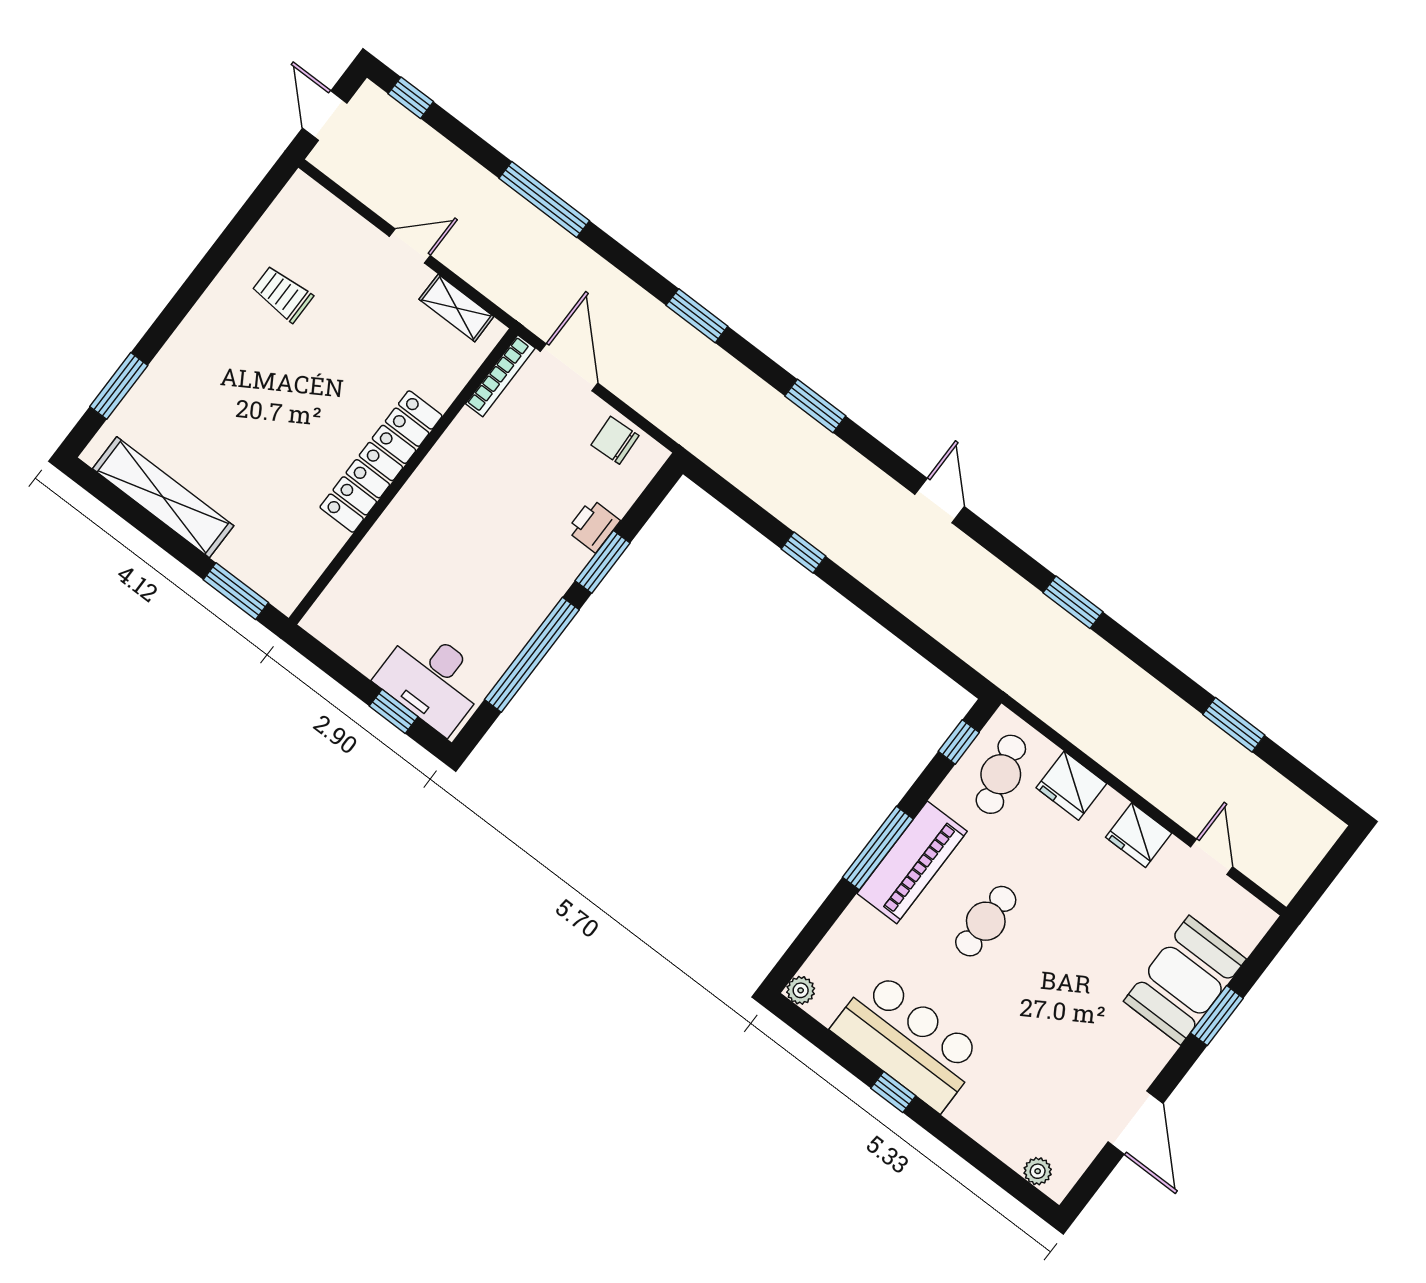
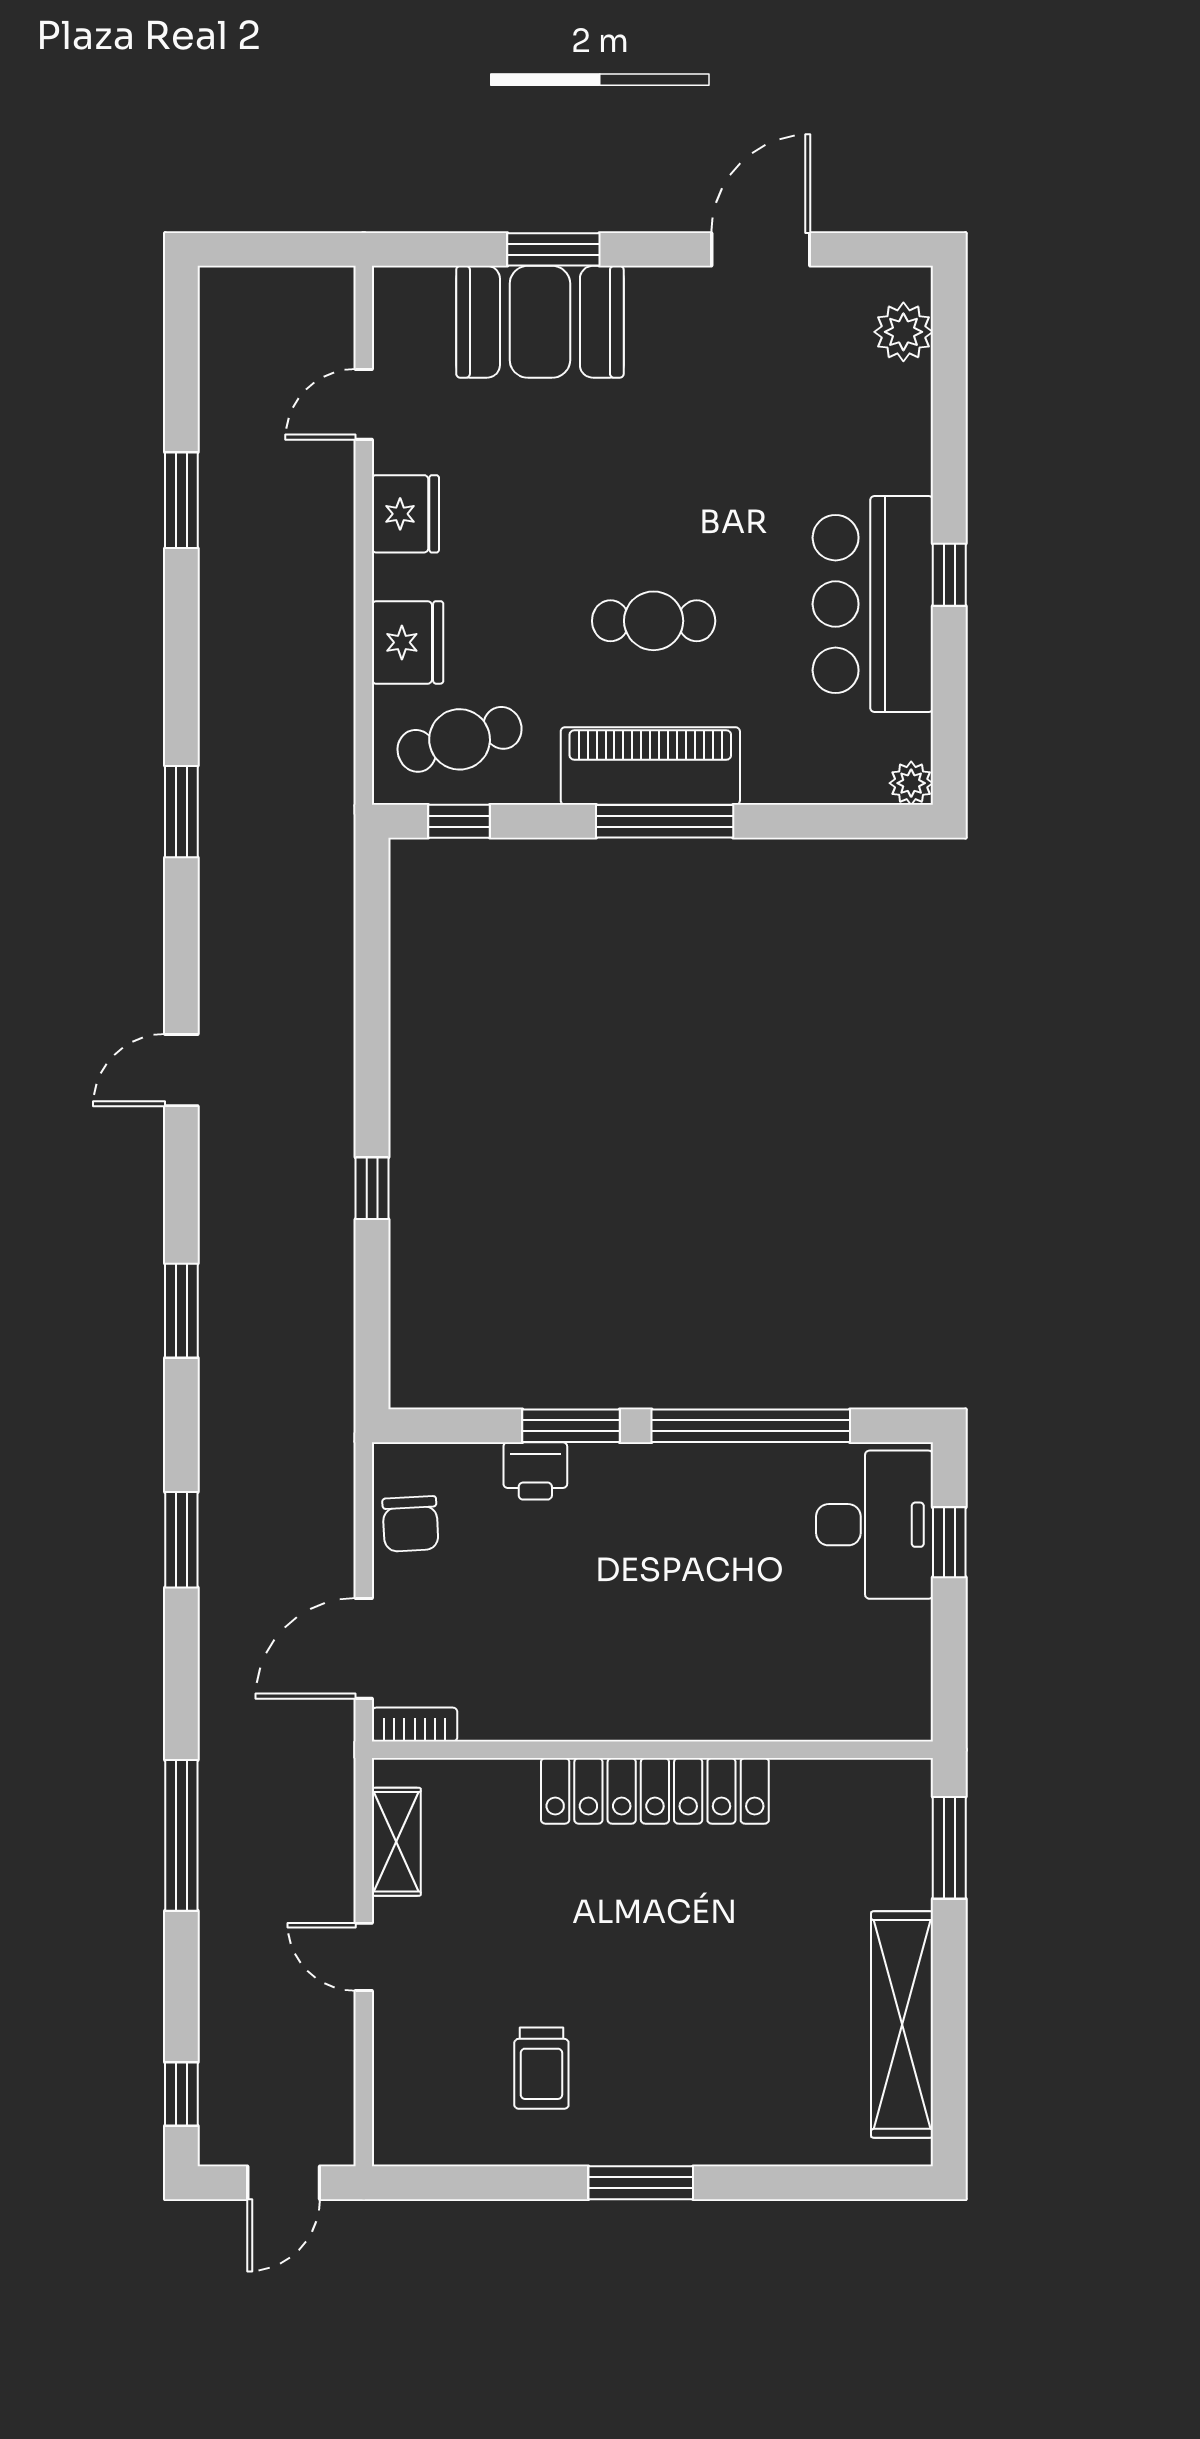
bookcase: (500, 376) -> (415, 1725), width x0.64
window: (119, 386) -> (641, 2183), moved
plant: (1038, 1171) -> (903, 332), width x1.38, depth x1.38

